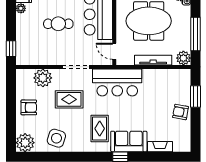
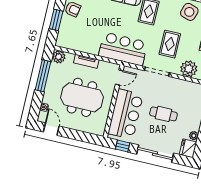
door: (114, 51) -> (119, 78), hinge flipped
tv unit: (153, 60) -> (86, 61), width x0.71
rug: (69, 99) -> (170, 44), turned 90

